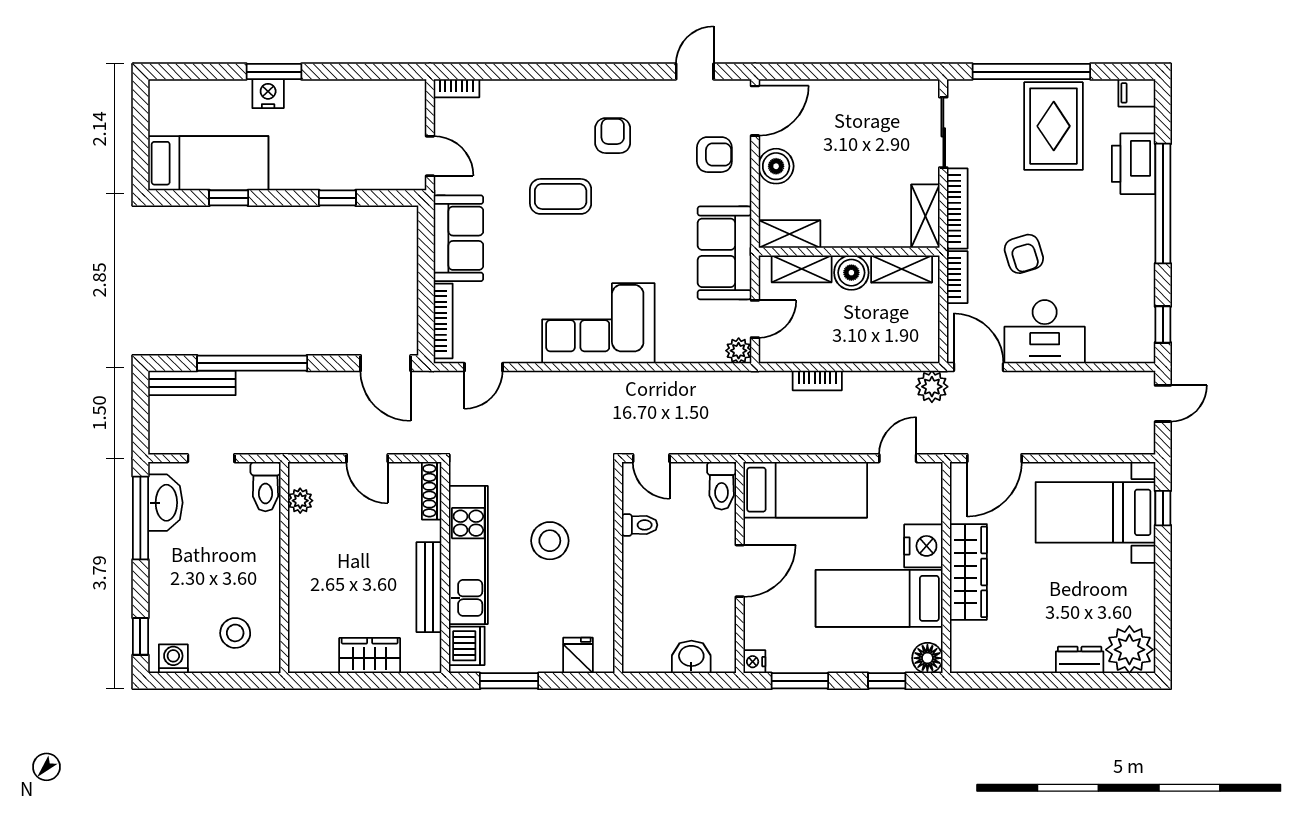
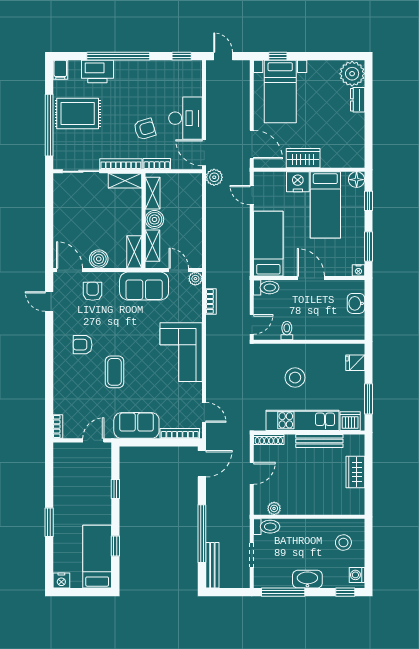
nightstand: (268, 94) -> (61, 581), moved, turned -90
door: (978, 367) -> (204, 153), hinge flipped
bookcase: (817, 381) -> (211, 301), moved
washbasin: (165, 503) -> (307, 579), moved
wardrobe: (968, 572) -> (303, 158), width x0.67

